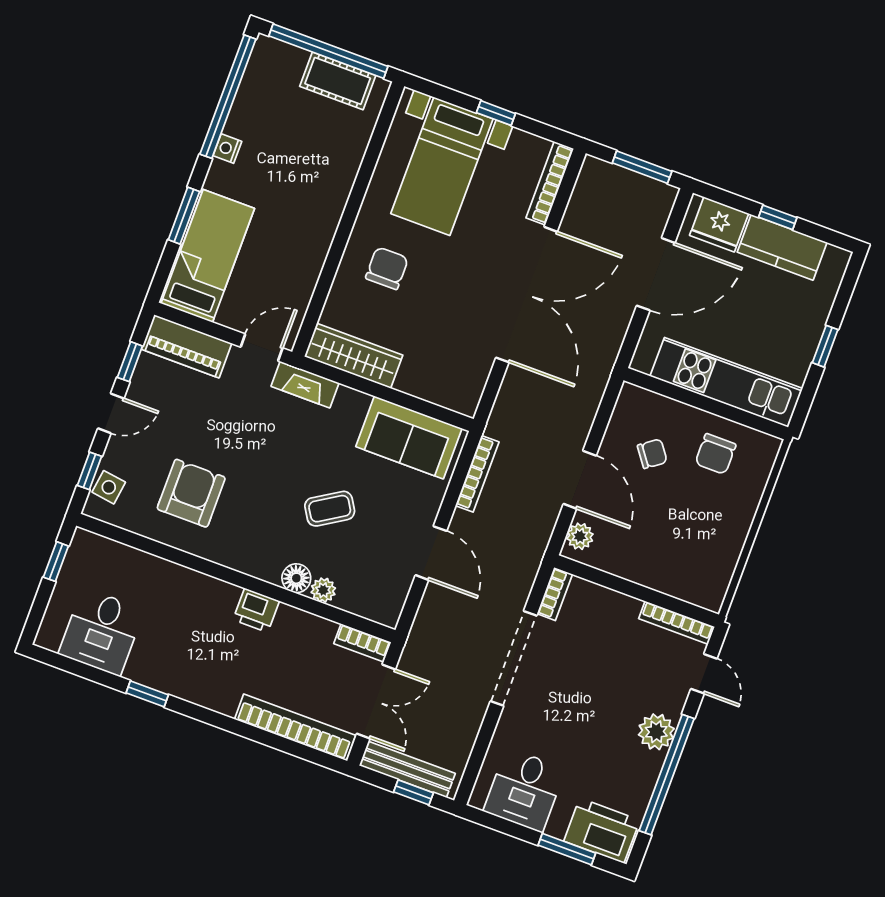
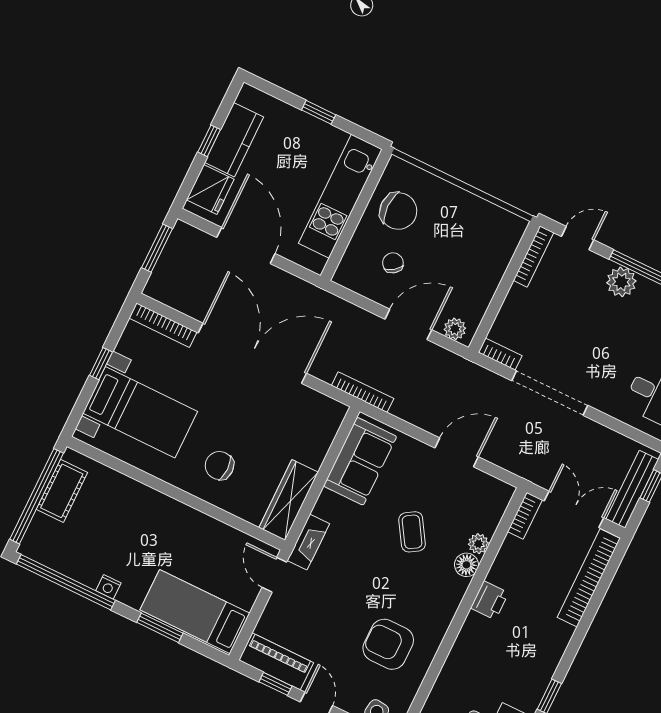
piano: (187, 346) -> (276, 661), moved, turned -90
chair: (715, 454) -> (398, 211), width x1.37, depth x1.37
bookcase: (477, 474) -> (363, 392), moved

